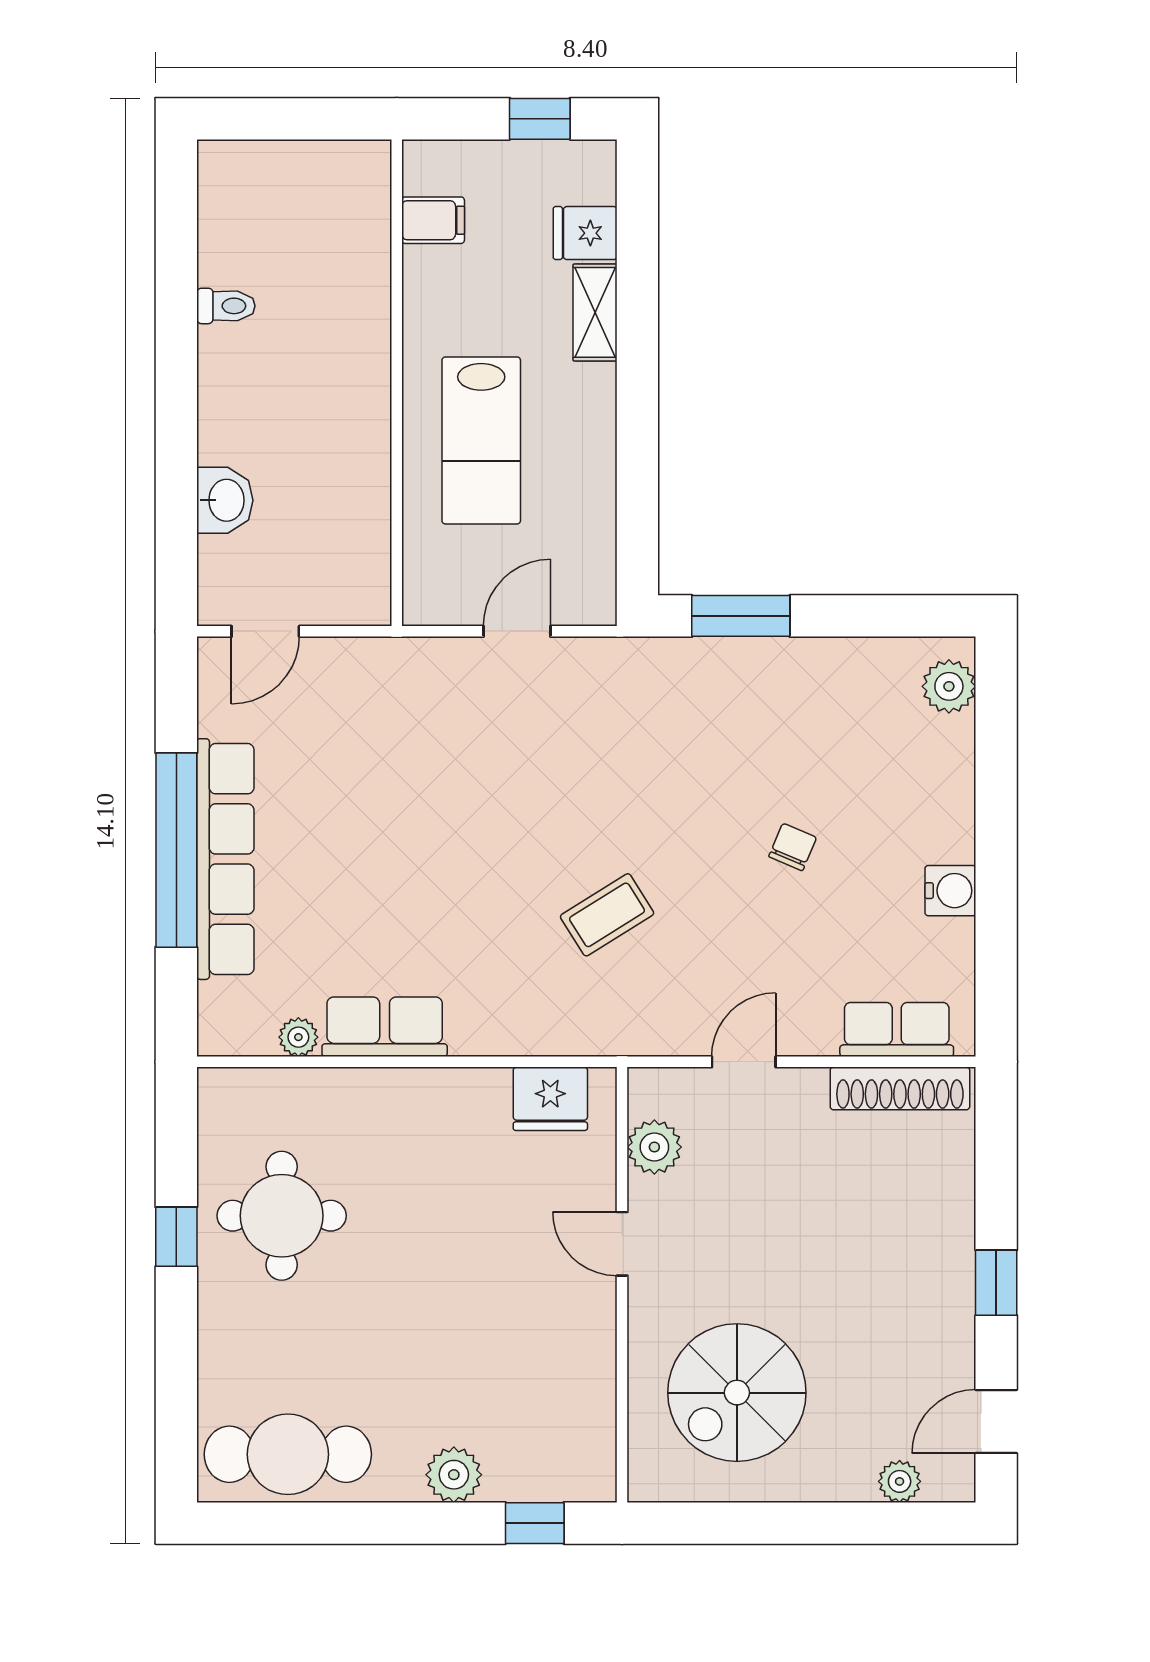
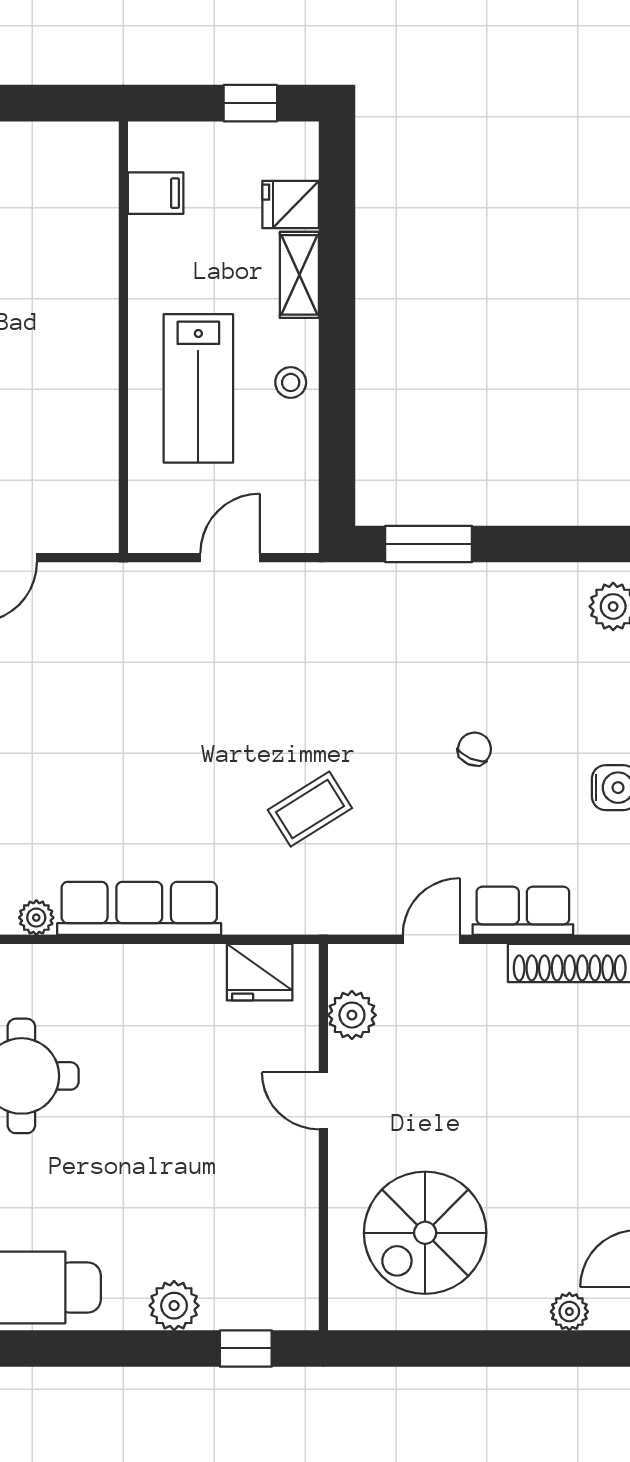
stool: (585, 434) -> (291, 382), added
row of seats: (385, 1027) -> (139, 908), width x1.48
row of seats: (897, 1030) -> (523, 911), moved

